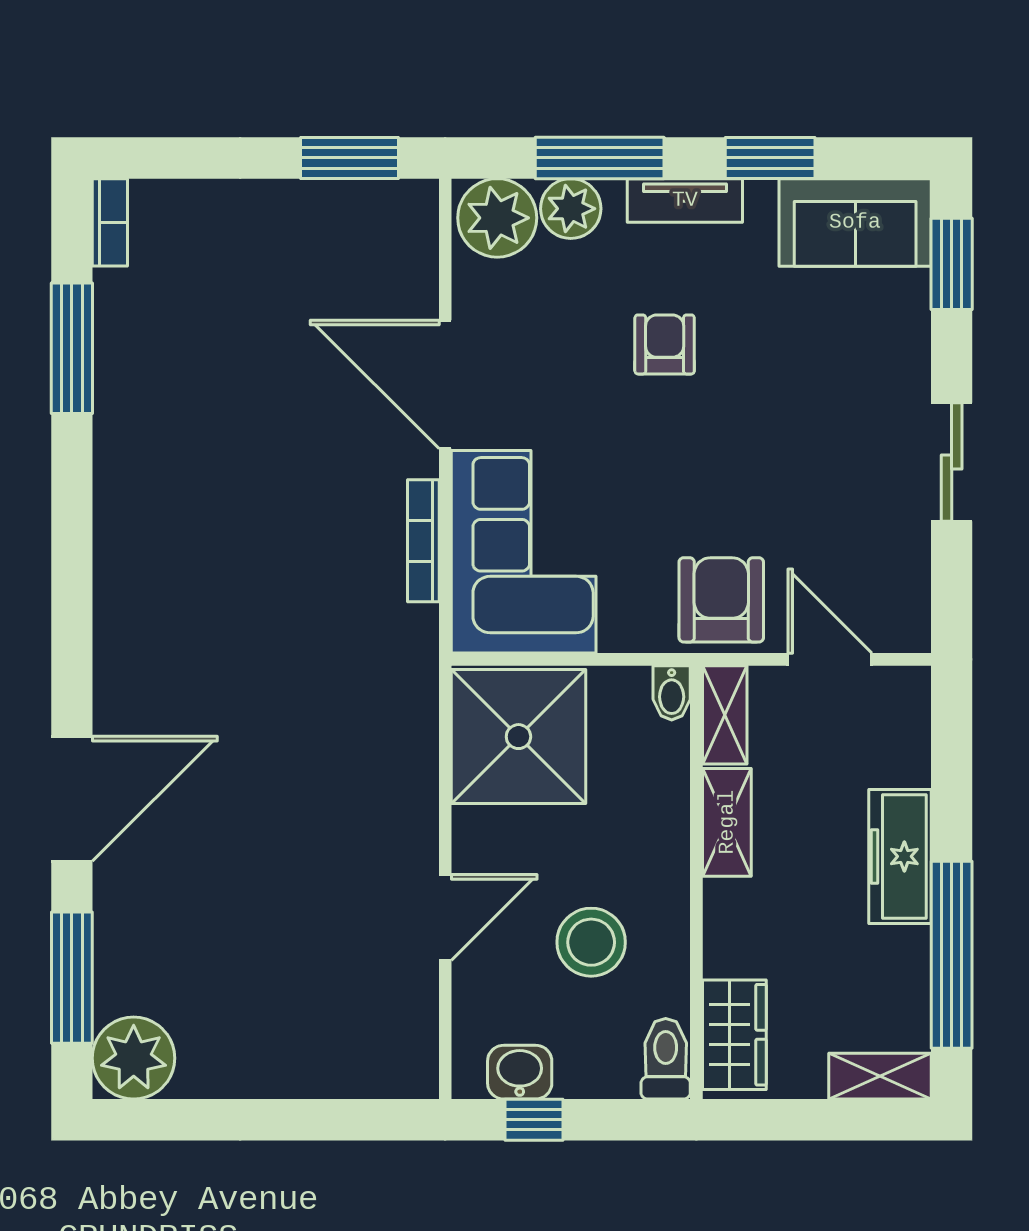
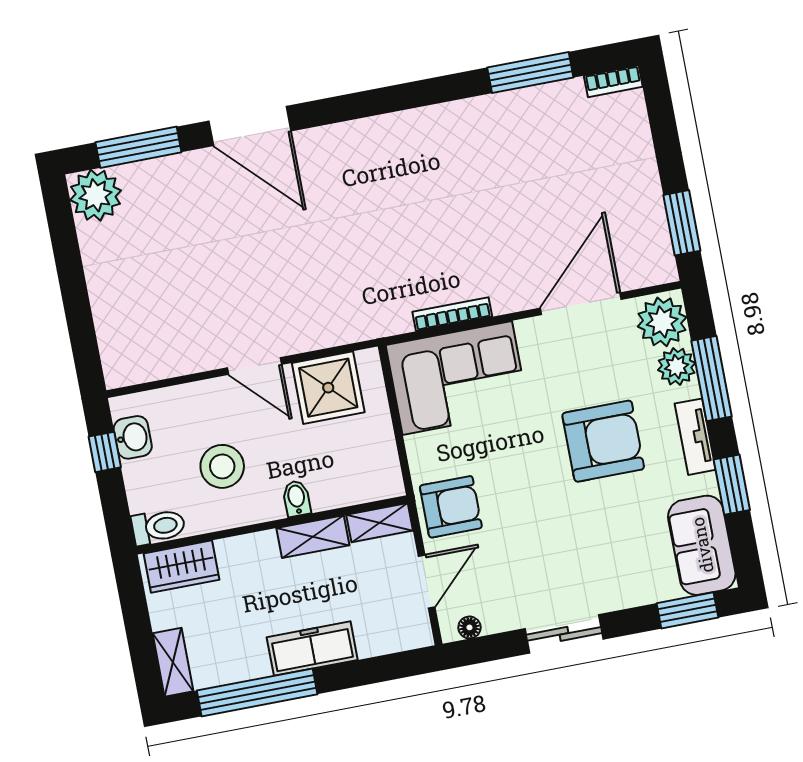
armchair: (665, 344) -> (603, 441), width x1.88, depth x1.88
door: (445, 384) -> (581, 304), moved
floor lamp: (914, 607) -> (469, 627), added
bidet: (672, 693) -> (297, 499), moved, turned 90
shower: (518, 737) -> (328, 388), width x0.73, depth x0.73
door: (445, 917) -> (254, 366), moved

